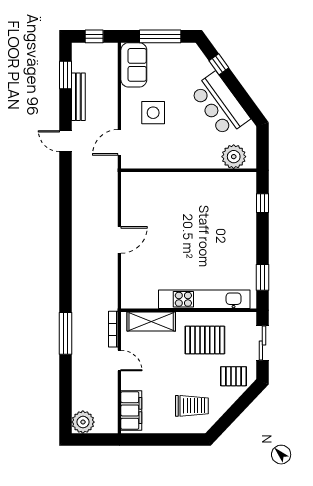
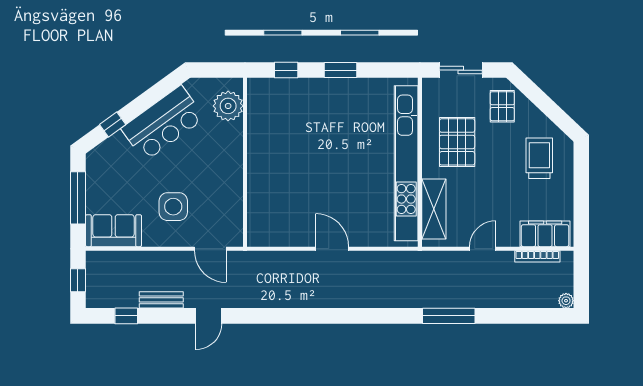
window: (66, 75) -> (126, 316), width x0.67
bench: (78, 97) -> (161, 300), width x0.73
window: (262, 277) -> (340, 70), moved
kitchen unit: (204, 299) -> (406, 163), width x1.36
bookcase: (113, 329) -> (537, 256), moved
plant: (83, 422) -> (566, 301), width x0.53, depth x0.53

